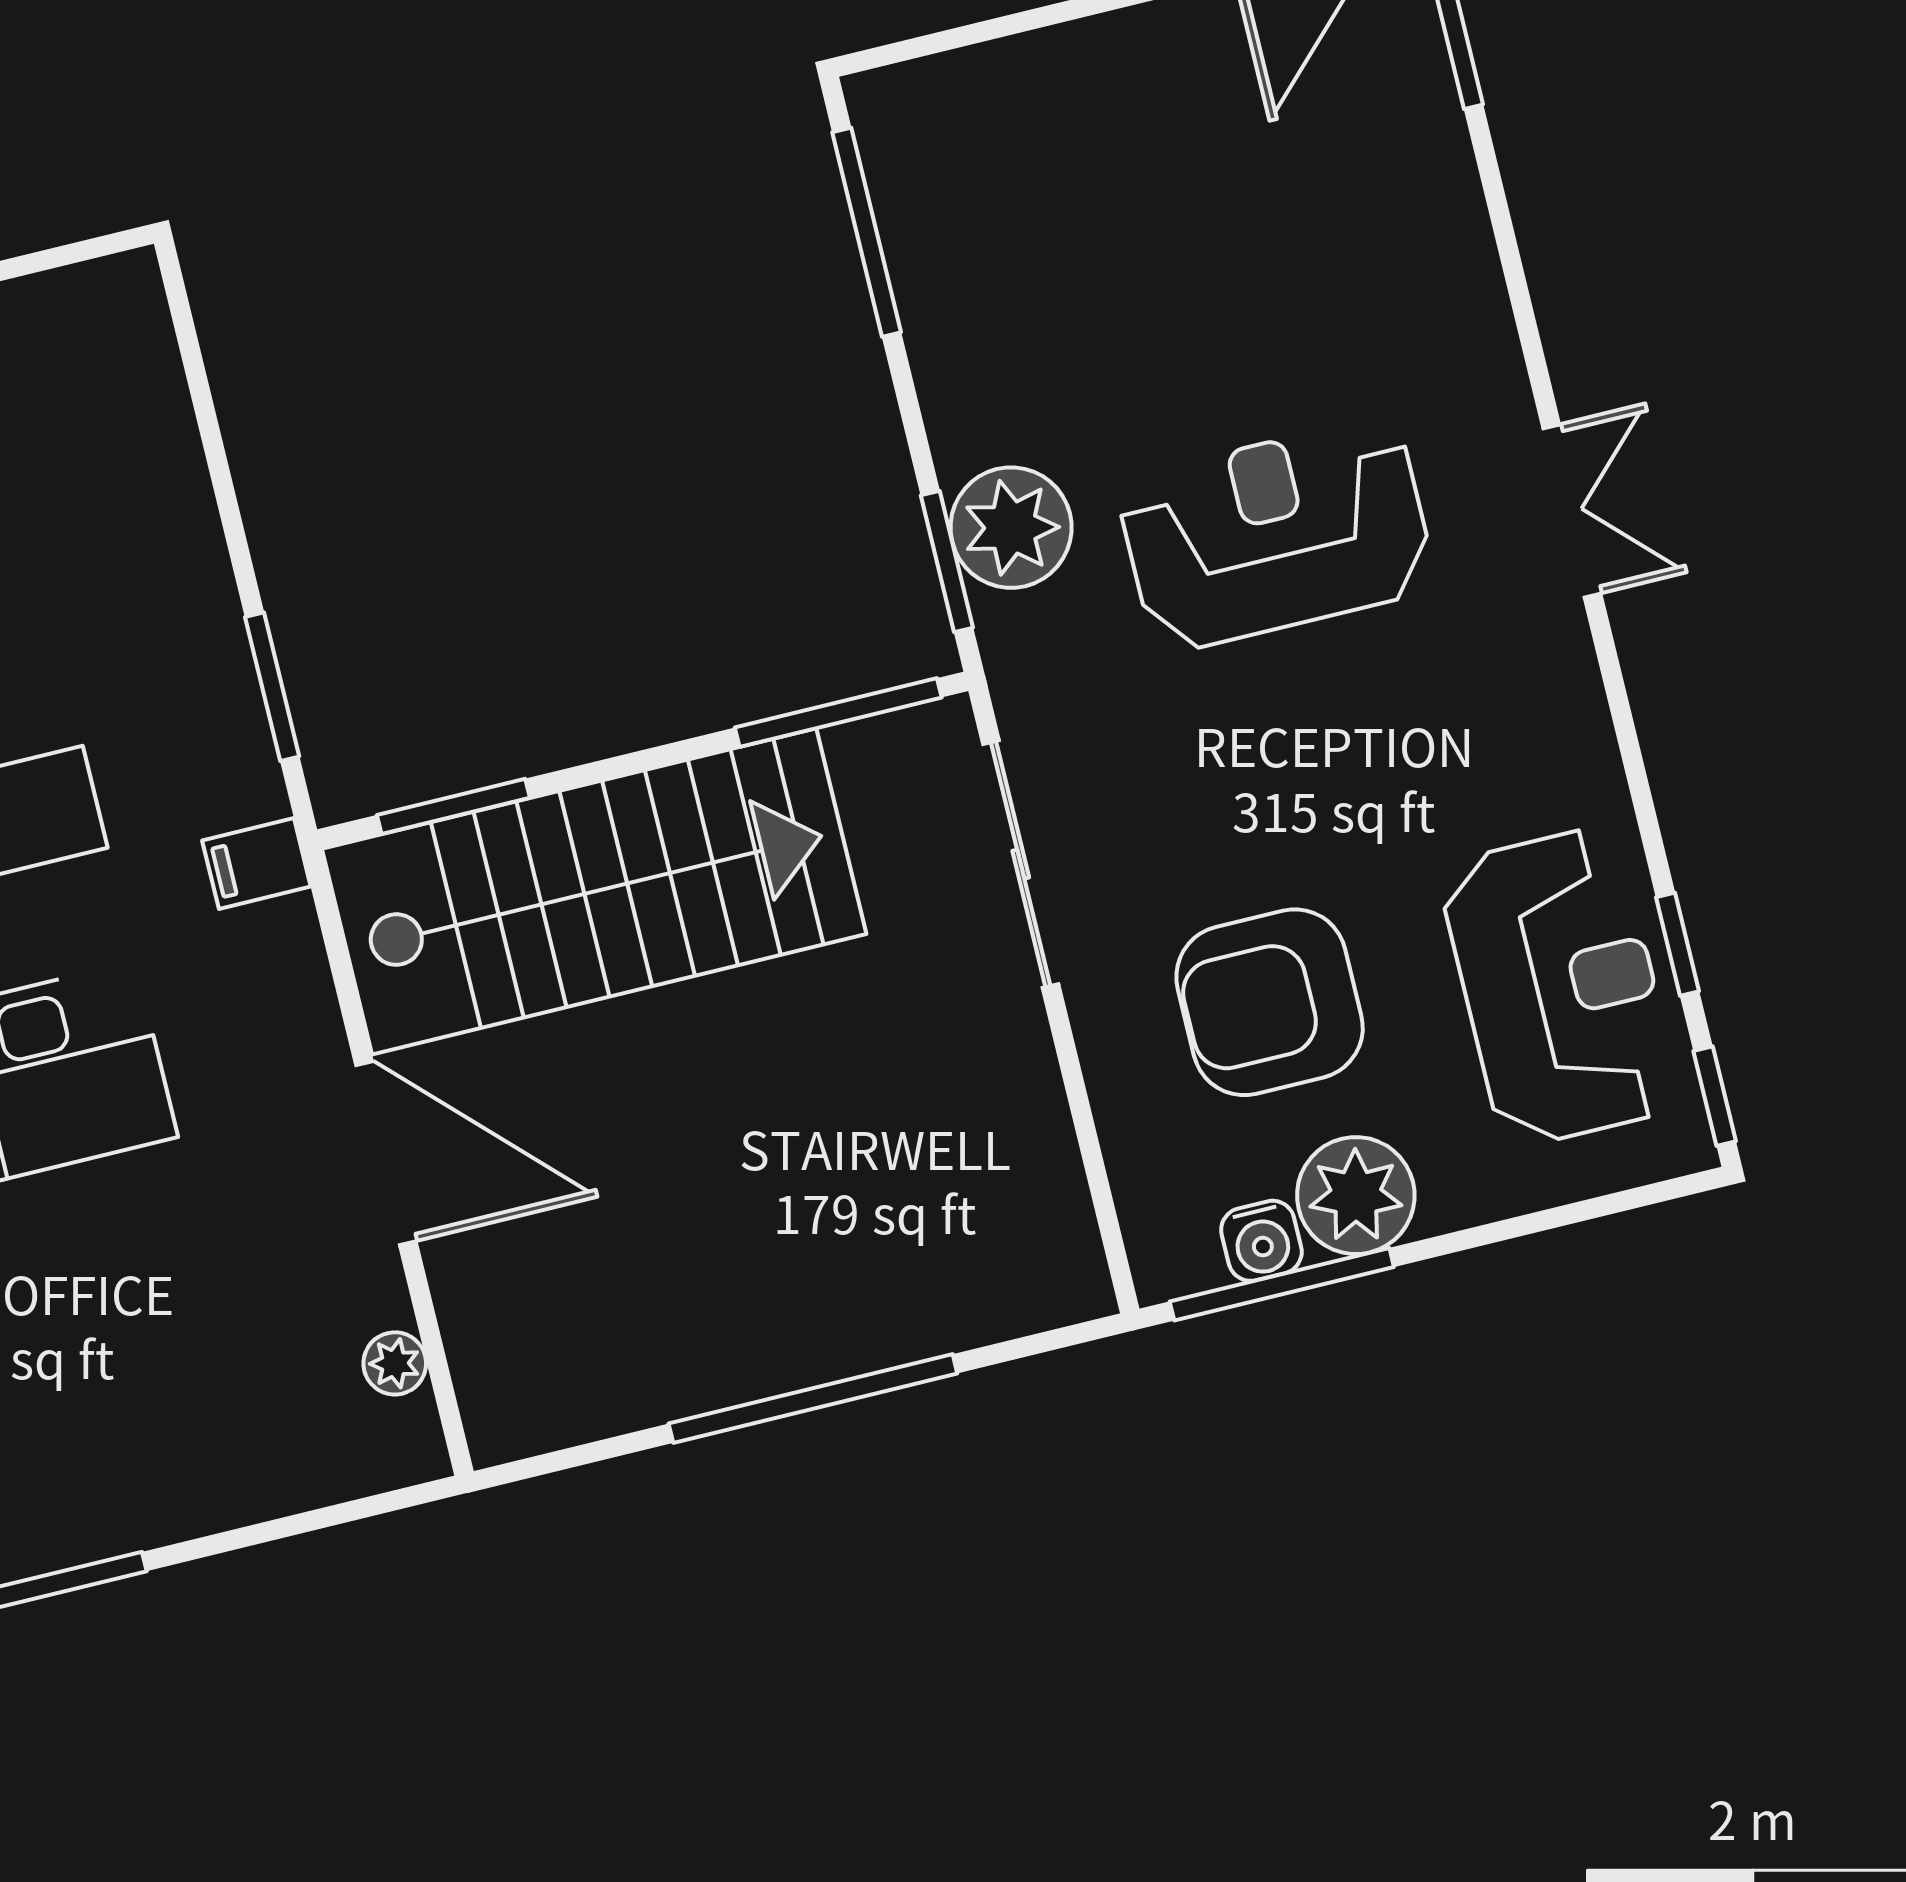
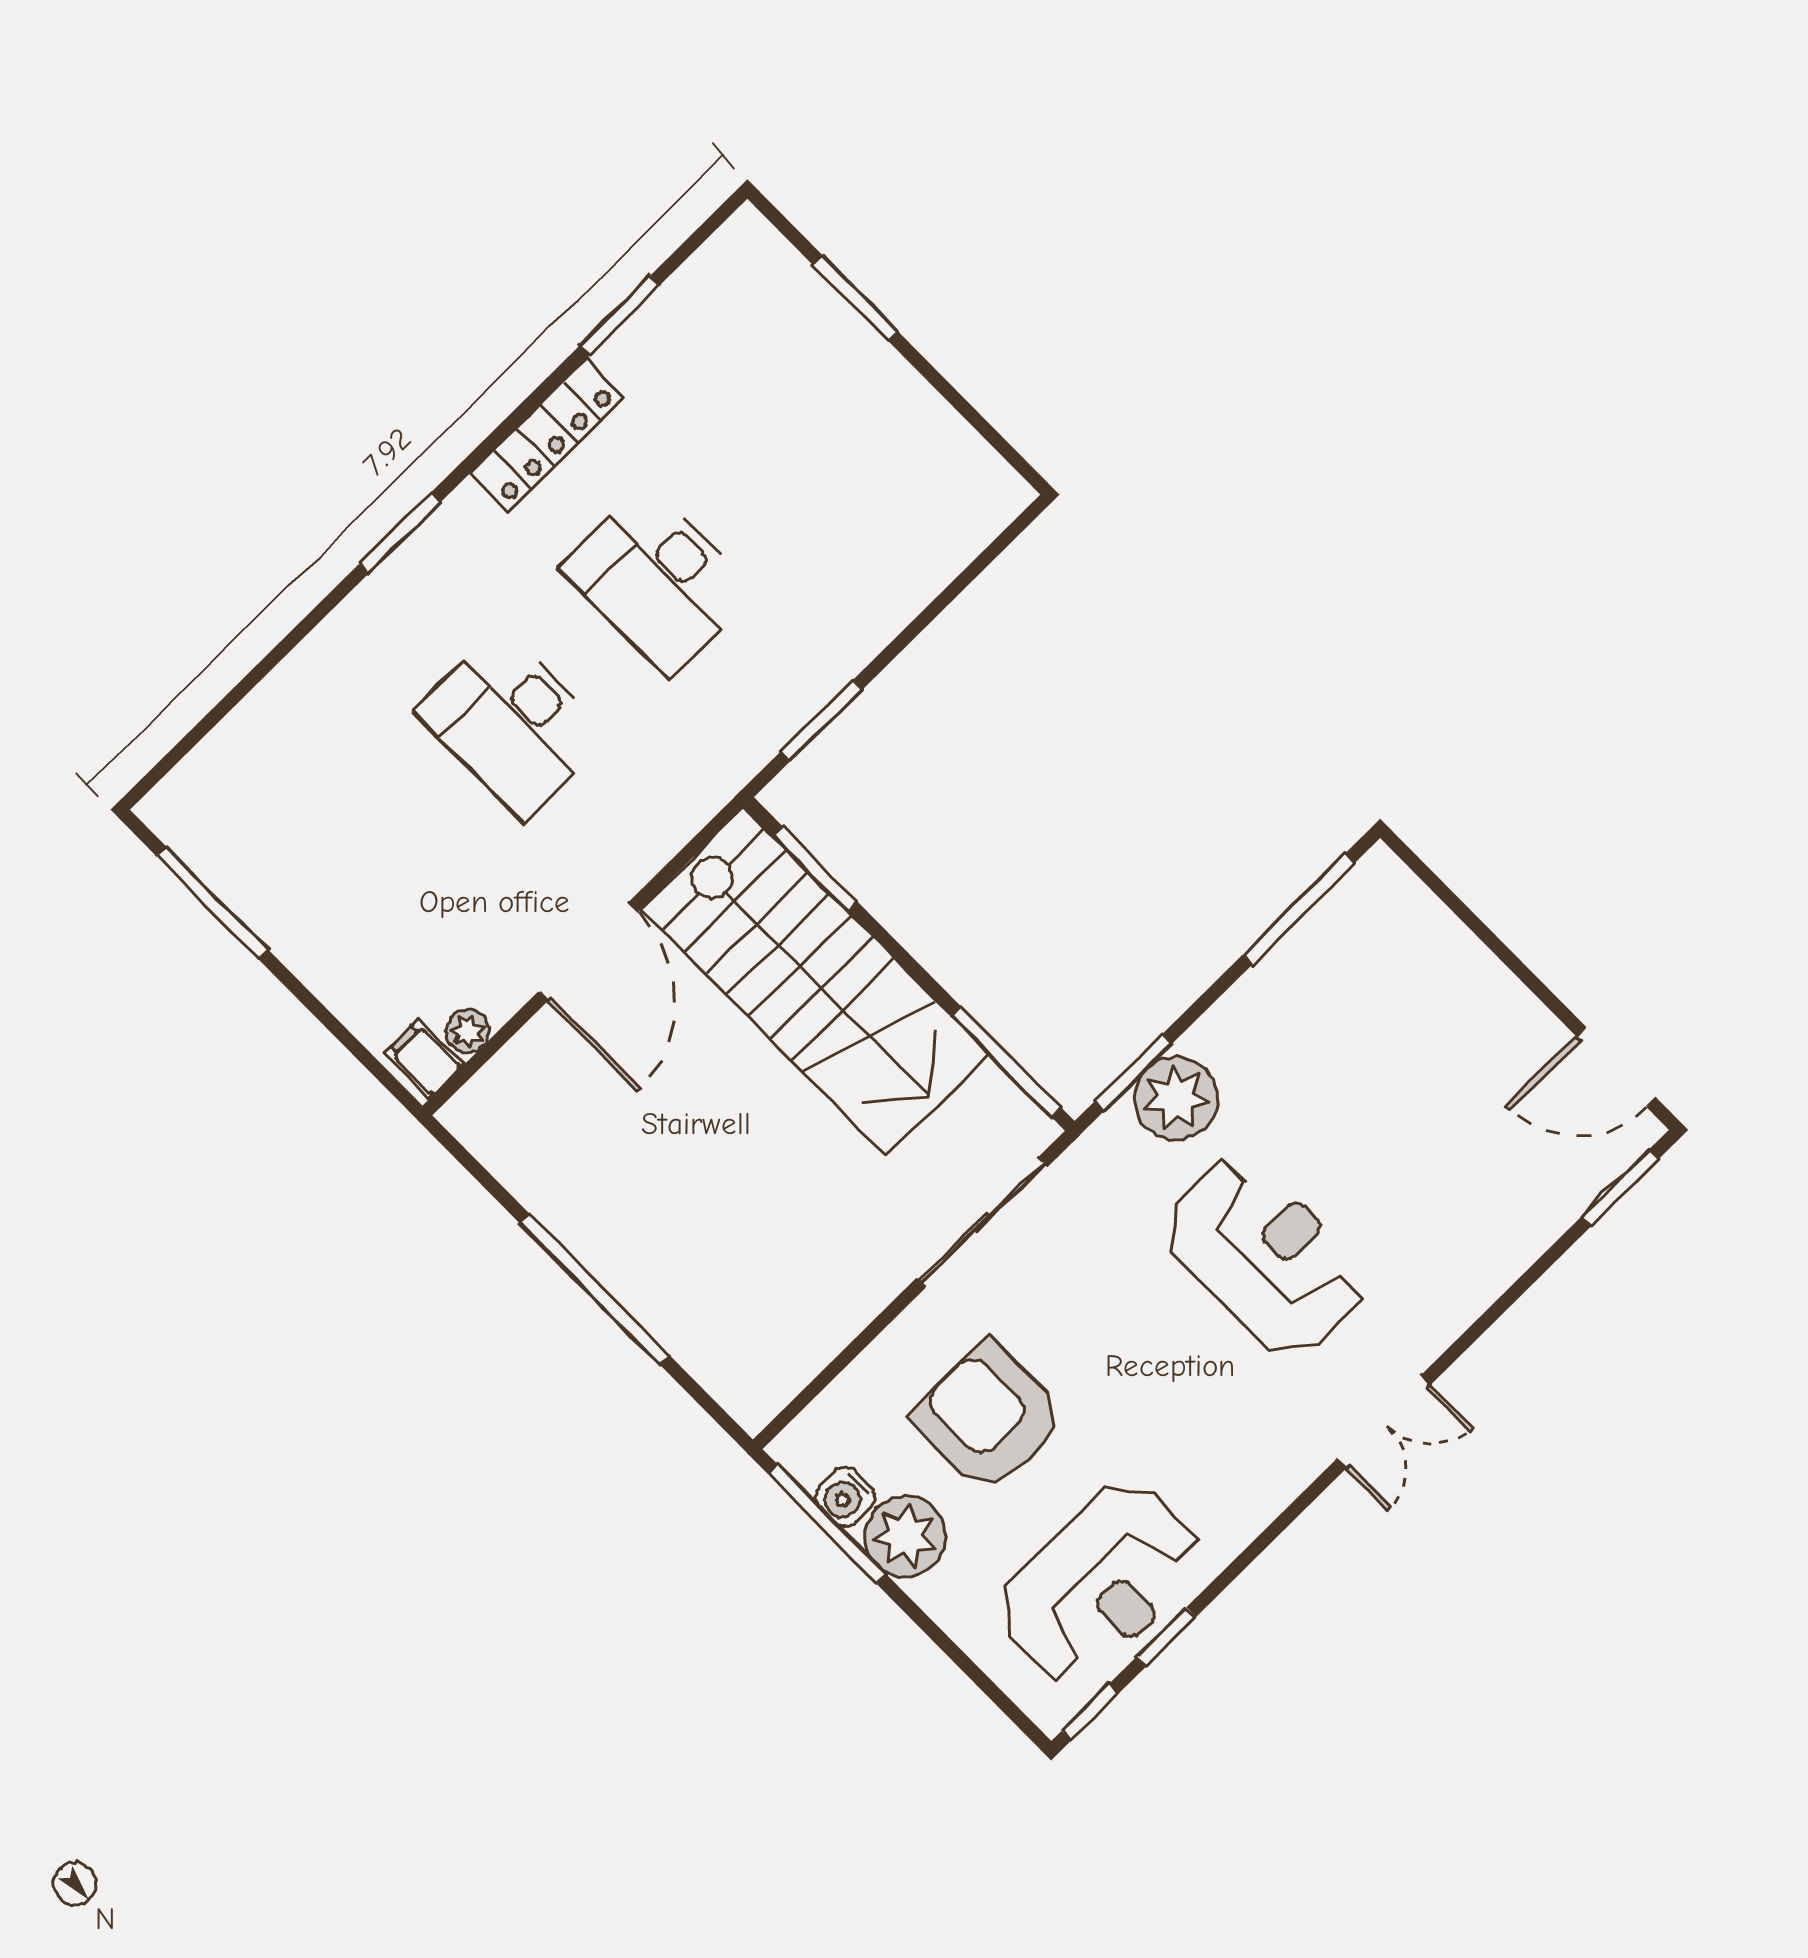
filing cabinet: (256, 864) -> (424, 1059), moved

